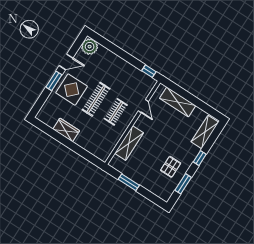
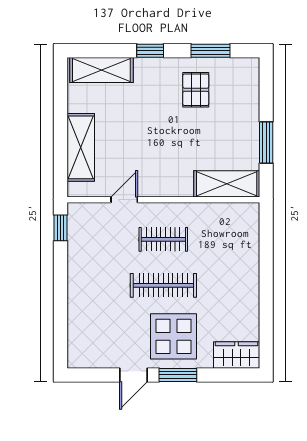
plant: (90, 47) -> (83, 352), removed
door: (66, 62) -> (133, 375), swing flipped
wardrobe: (66, 130) -> (237, 355), moved, turned 90
shelving: (129, 143) -> (227, 184), moved
pallet: (171, 167) -> (196, 90), turned 90

